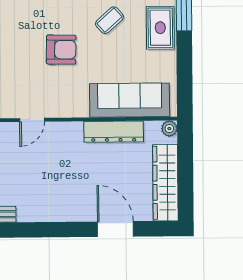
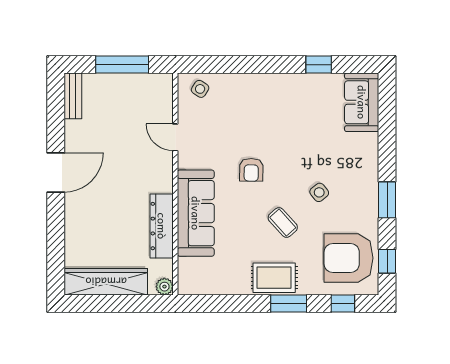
armchair: (61, 50) -> (251, 170), width x0.72, depth x0.72
sofa: (130, 100) -> (196, 213), moved
door: (115, 229) -> (56, 173), moved

